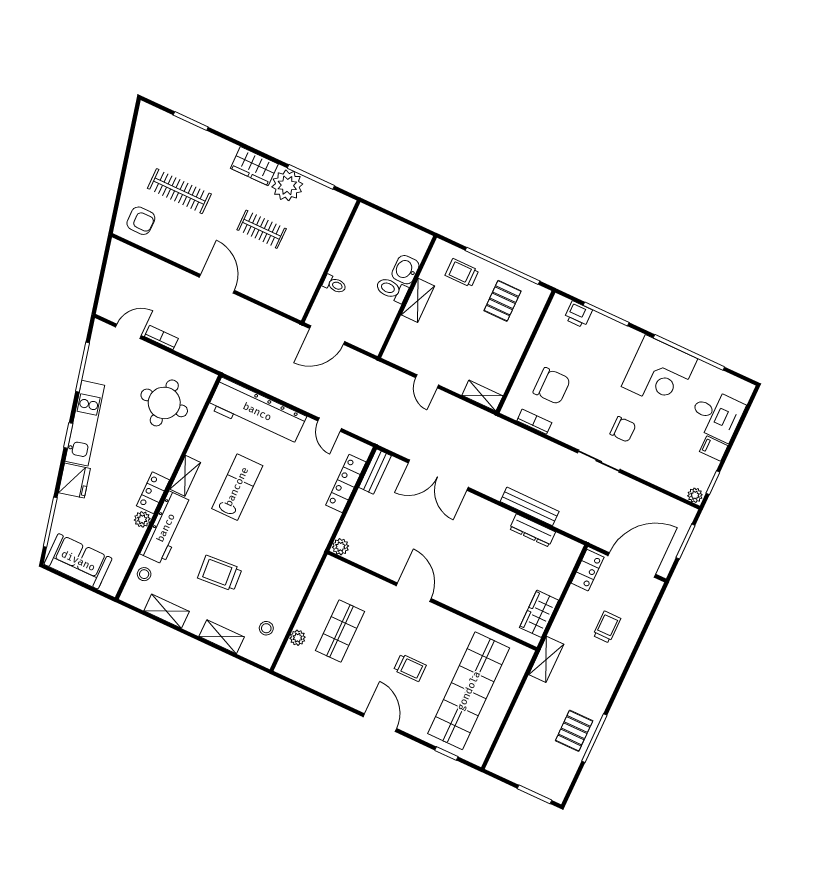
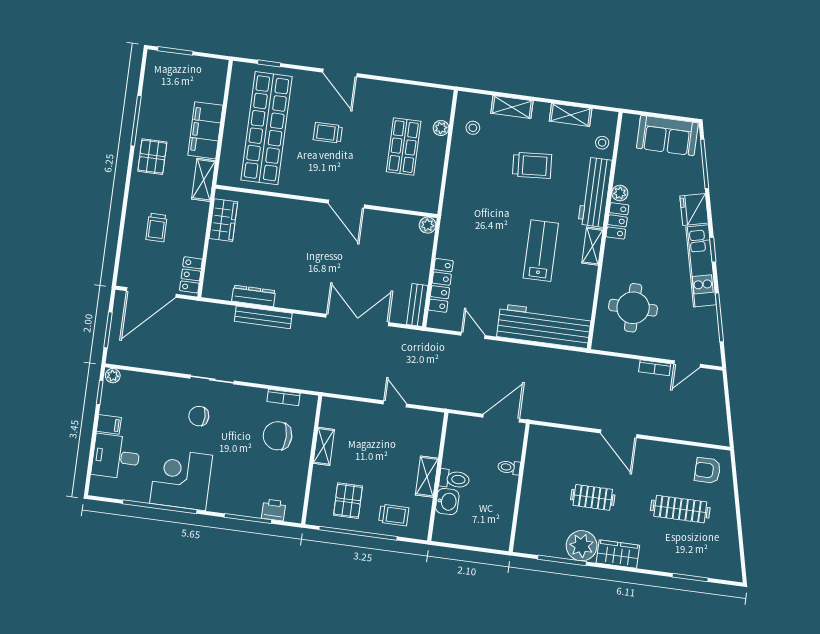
shelving: (482, 396) -> (324, 446), moved, turned 90
lab bench: (237, 487) -> (541, 251), turned 180
filing cabinet: (529, 707) -> (205, 130), added
pallet: (574, 731) -> (152, 157), moved

